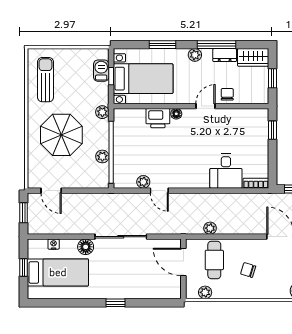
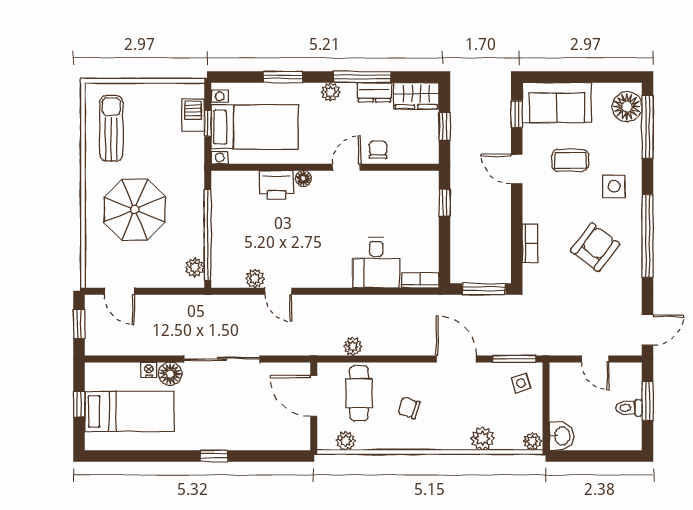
plant: (102, 112) -> (195, 176), removed
plant: (102, 156) -> (195, 267), moved
nightstand: (54, 244) -> (149, 370), moved

